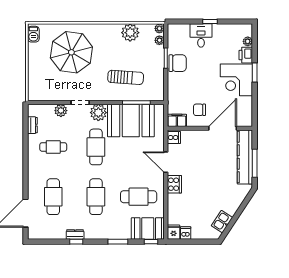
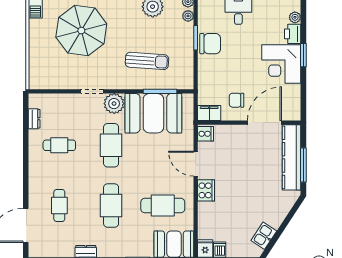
plant: (61, 111) -> (68, 101), removed
cafe table: (53, 197) -> (59, 206), width x0.73, depth x0.74

